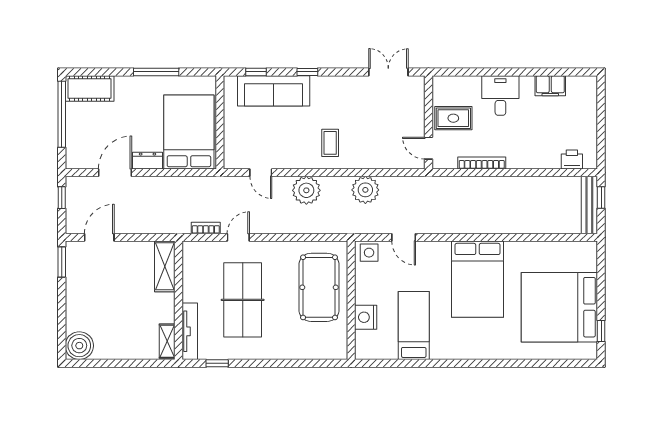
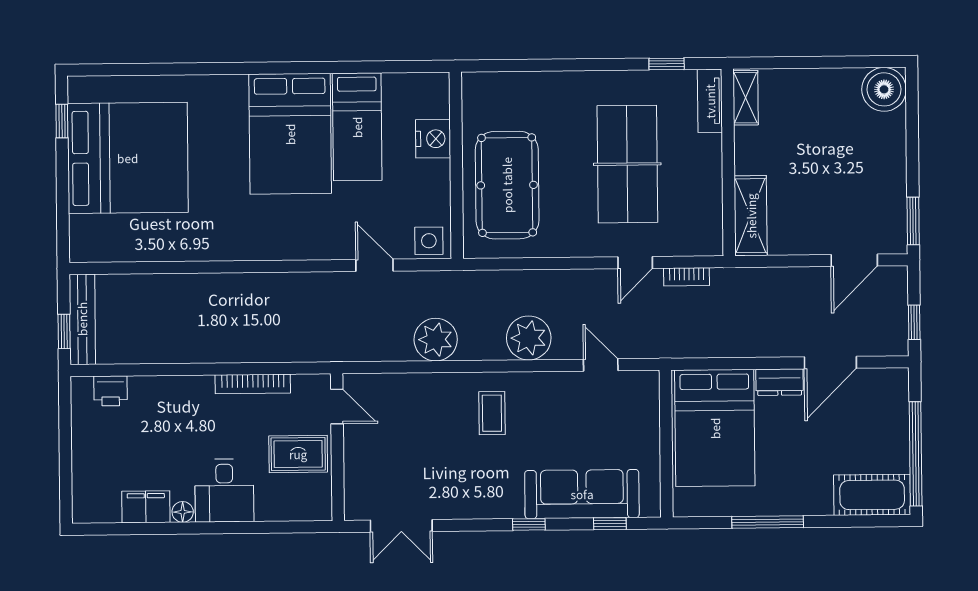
floor lamp: (527, 82) -> (183, 512), added
bed: (478, 279) -> (290, 134), moved, turned 180
tv unit: (190, 331) -> (710, 101), width x0.71

